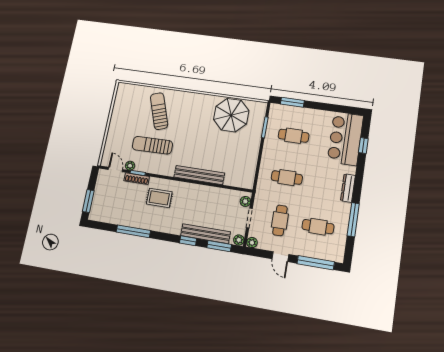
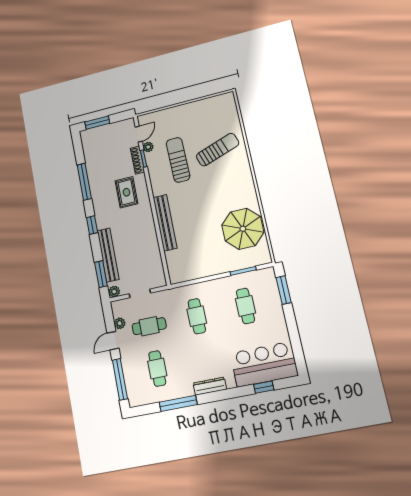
plant: (245, 201) -> (155, 282), removed
window: (188, 241) -> (92, 225), moved
plant: (252, 243) -> (120, 323), moved

